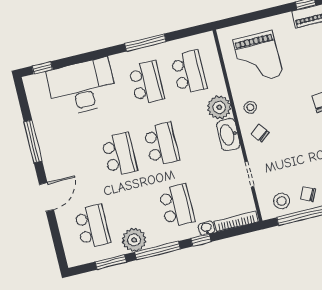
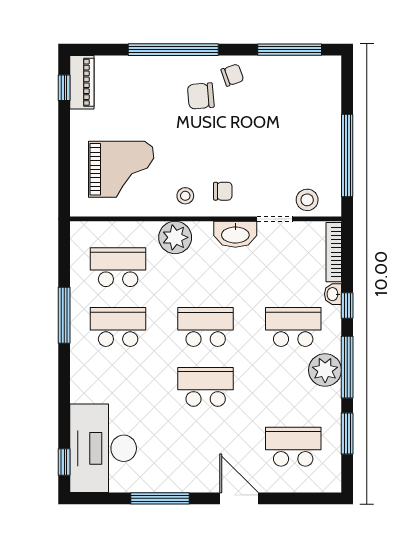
desk: (82, 87) -> (103, 448), moved
chair: (260, 133) -> (223, 191), turned -141
washbasin: (228, 135) -> (235, 234), moved
chair: (308, 194) -> (320, 147), removed
stool: (282, 201) -> (307, 200), moved
plant: (134, 240) -> (325, 370), moved

